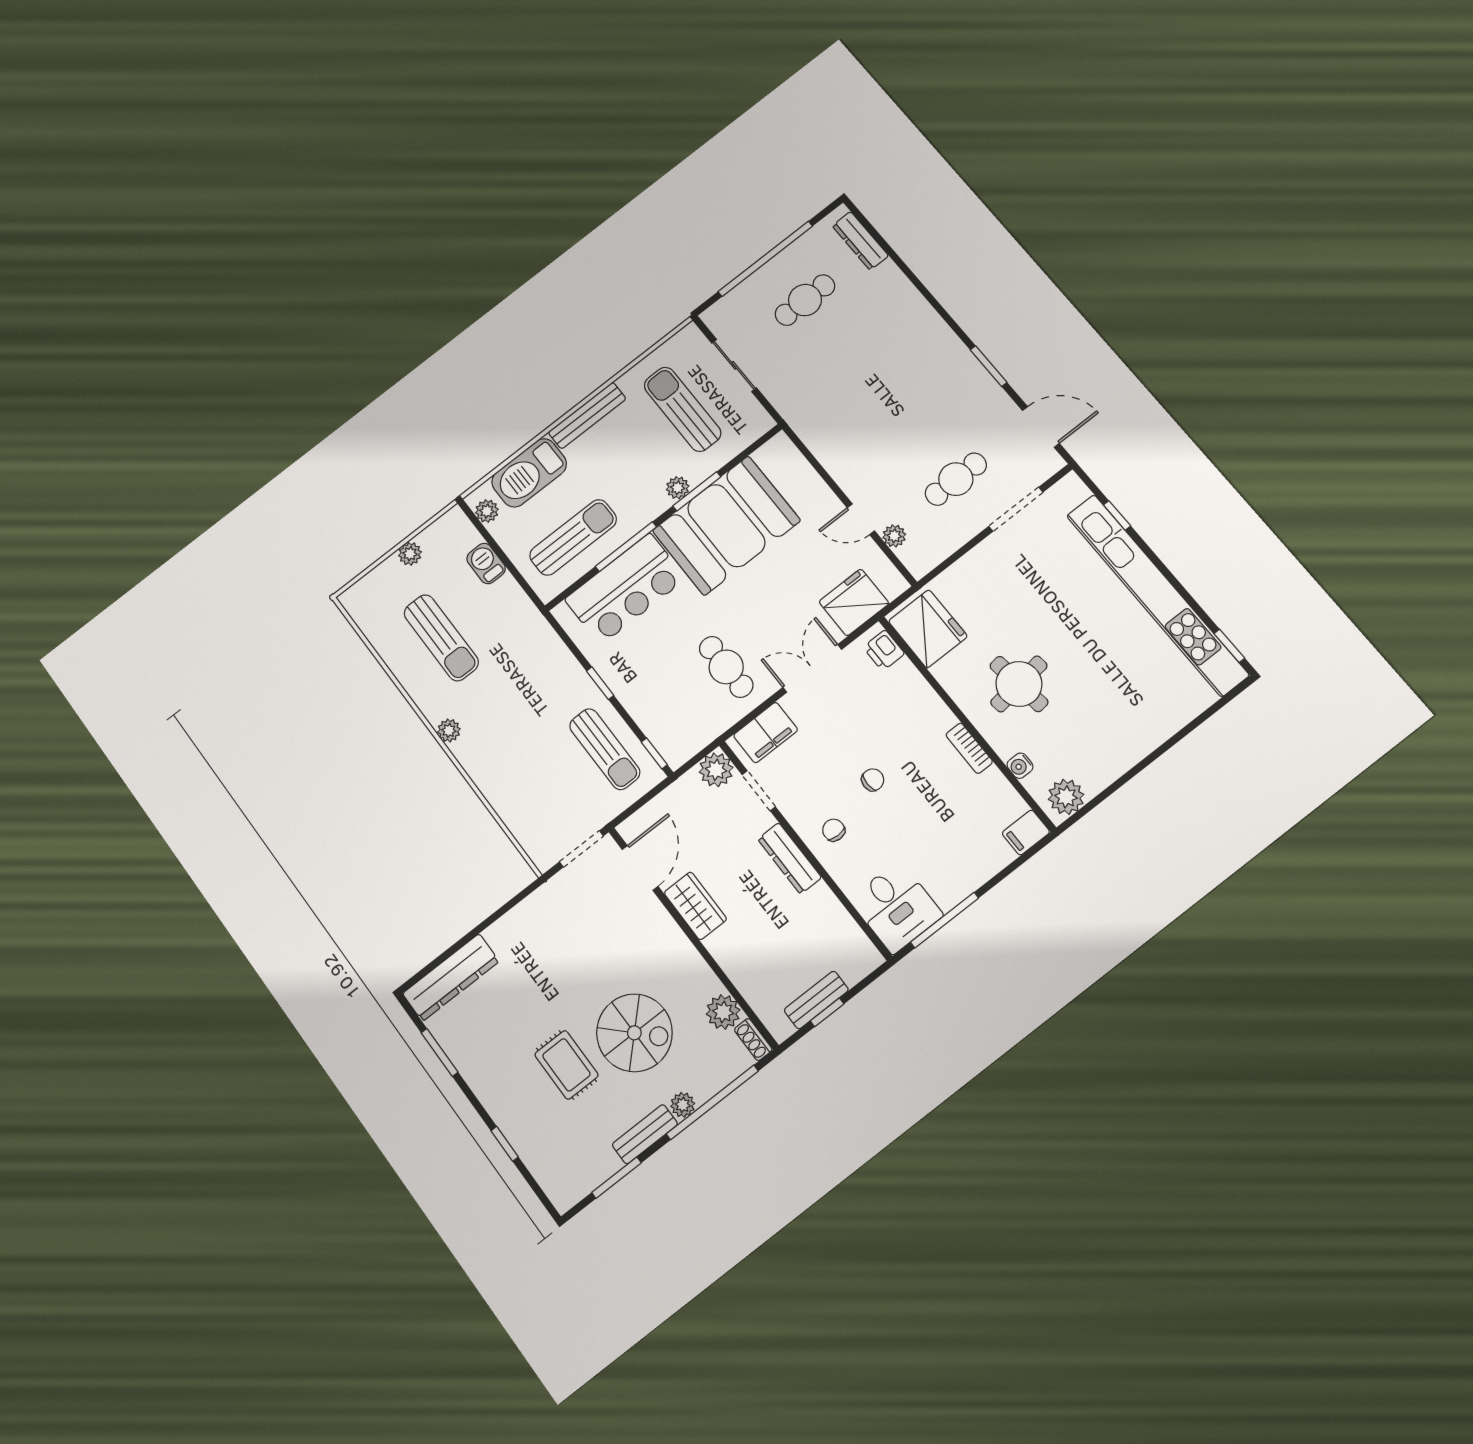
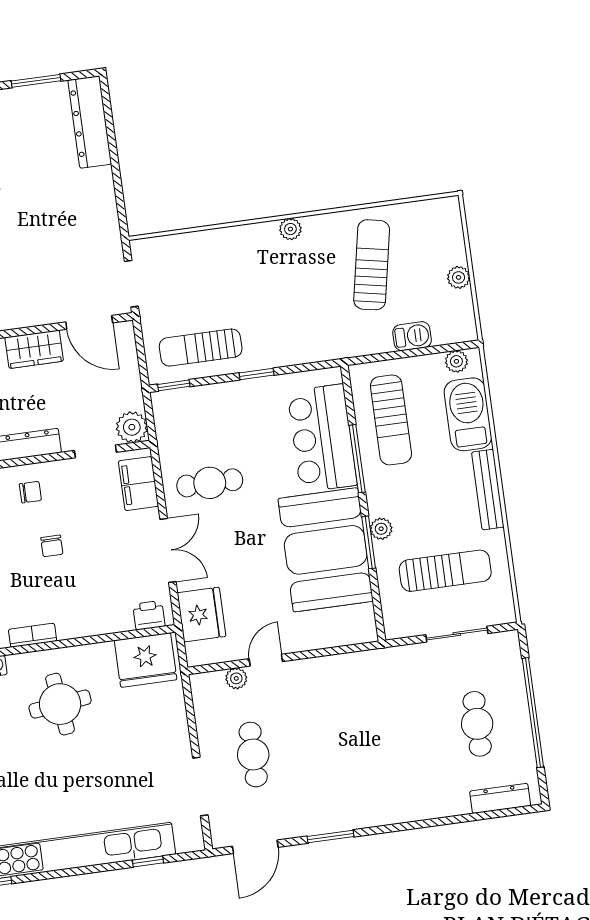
sun lounger: (441, 638) -> (372, 265), turned 101

